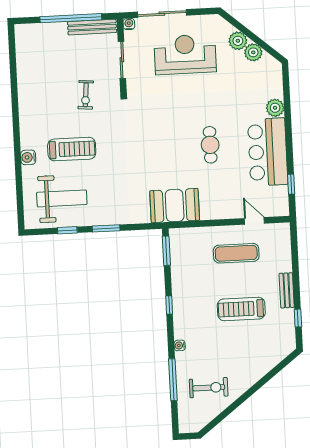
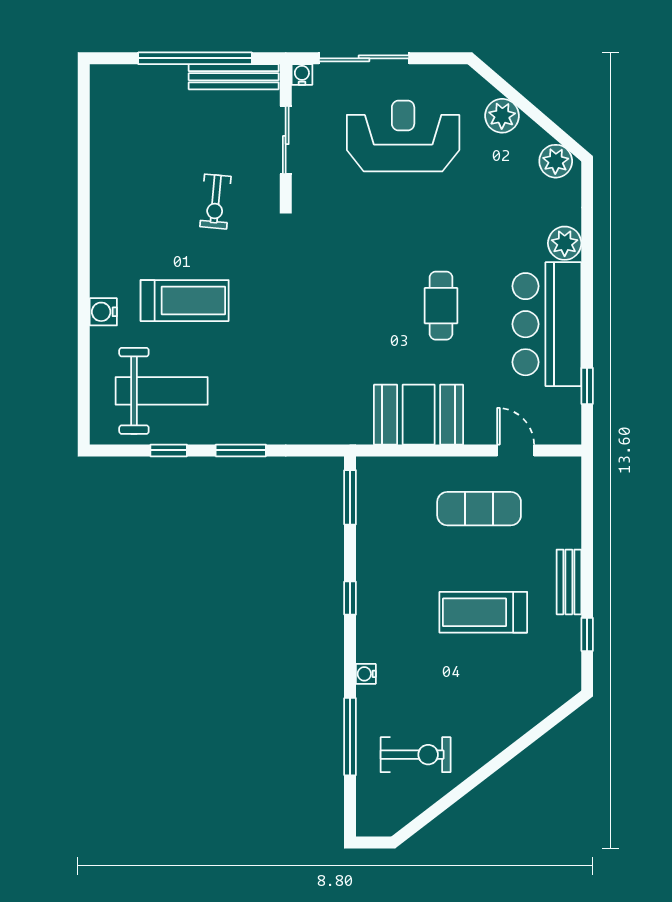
plant: (253, 52) -> (556, 161), moved
booth: (175, 206) -> (419, 415), moved

